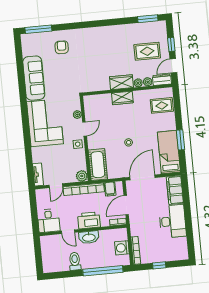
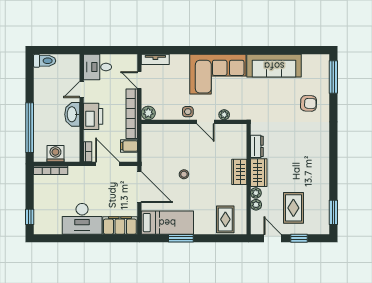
dresser: (162, 80) -> (257, 146), moved
cot: (98, 165) -> (160, 134), removed
toilet: (75, 261) -> (45, 61), moved
window: (159, 265) -> (30, 217), moved

